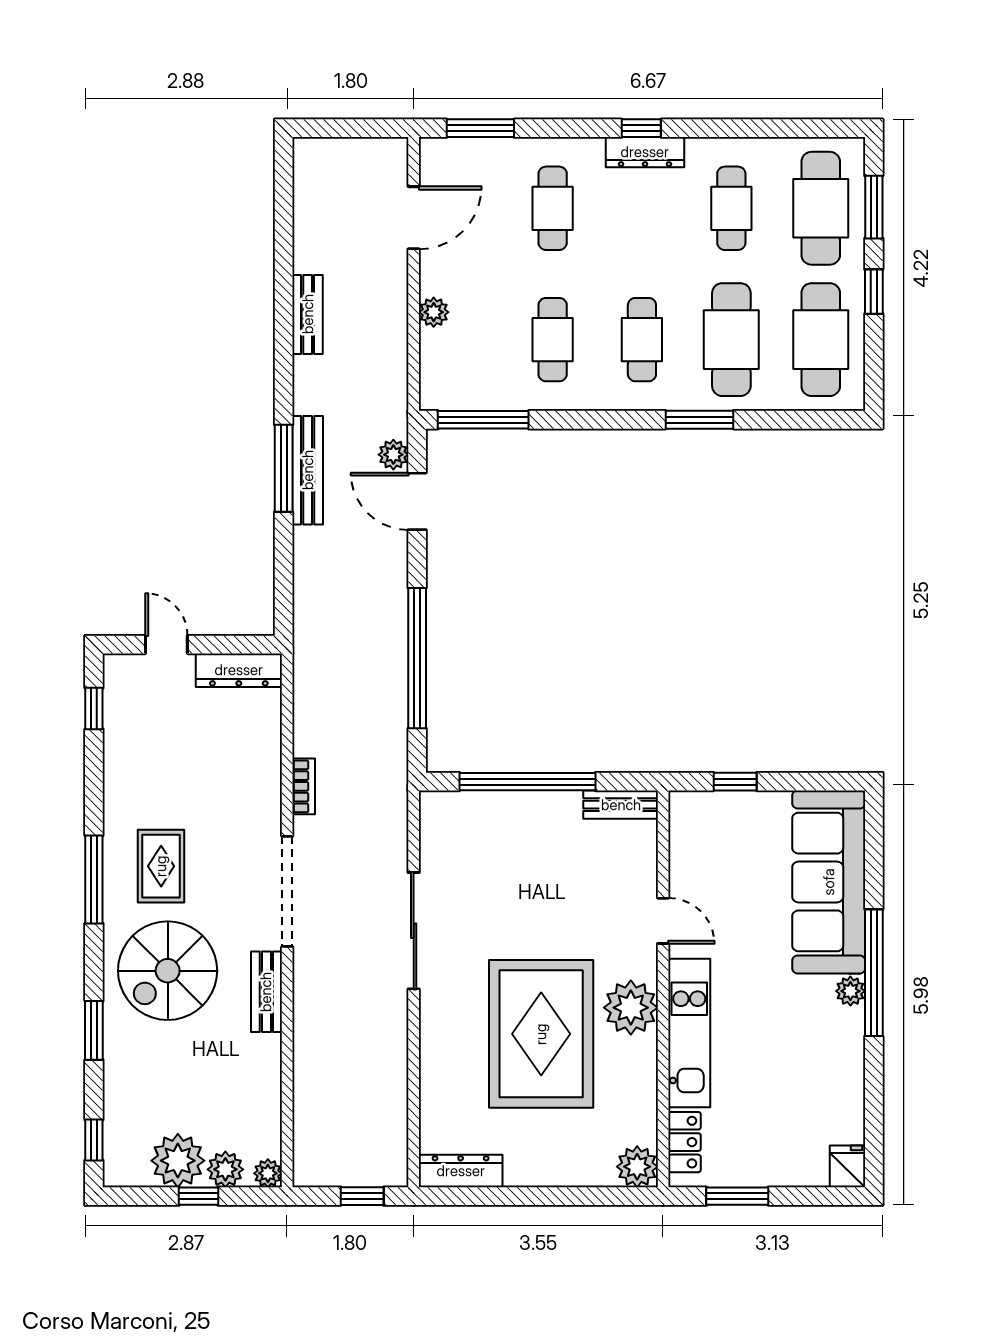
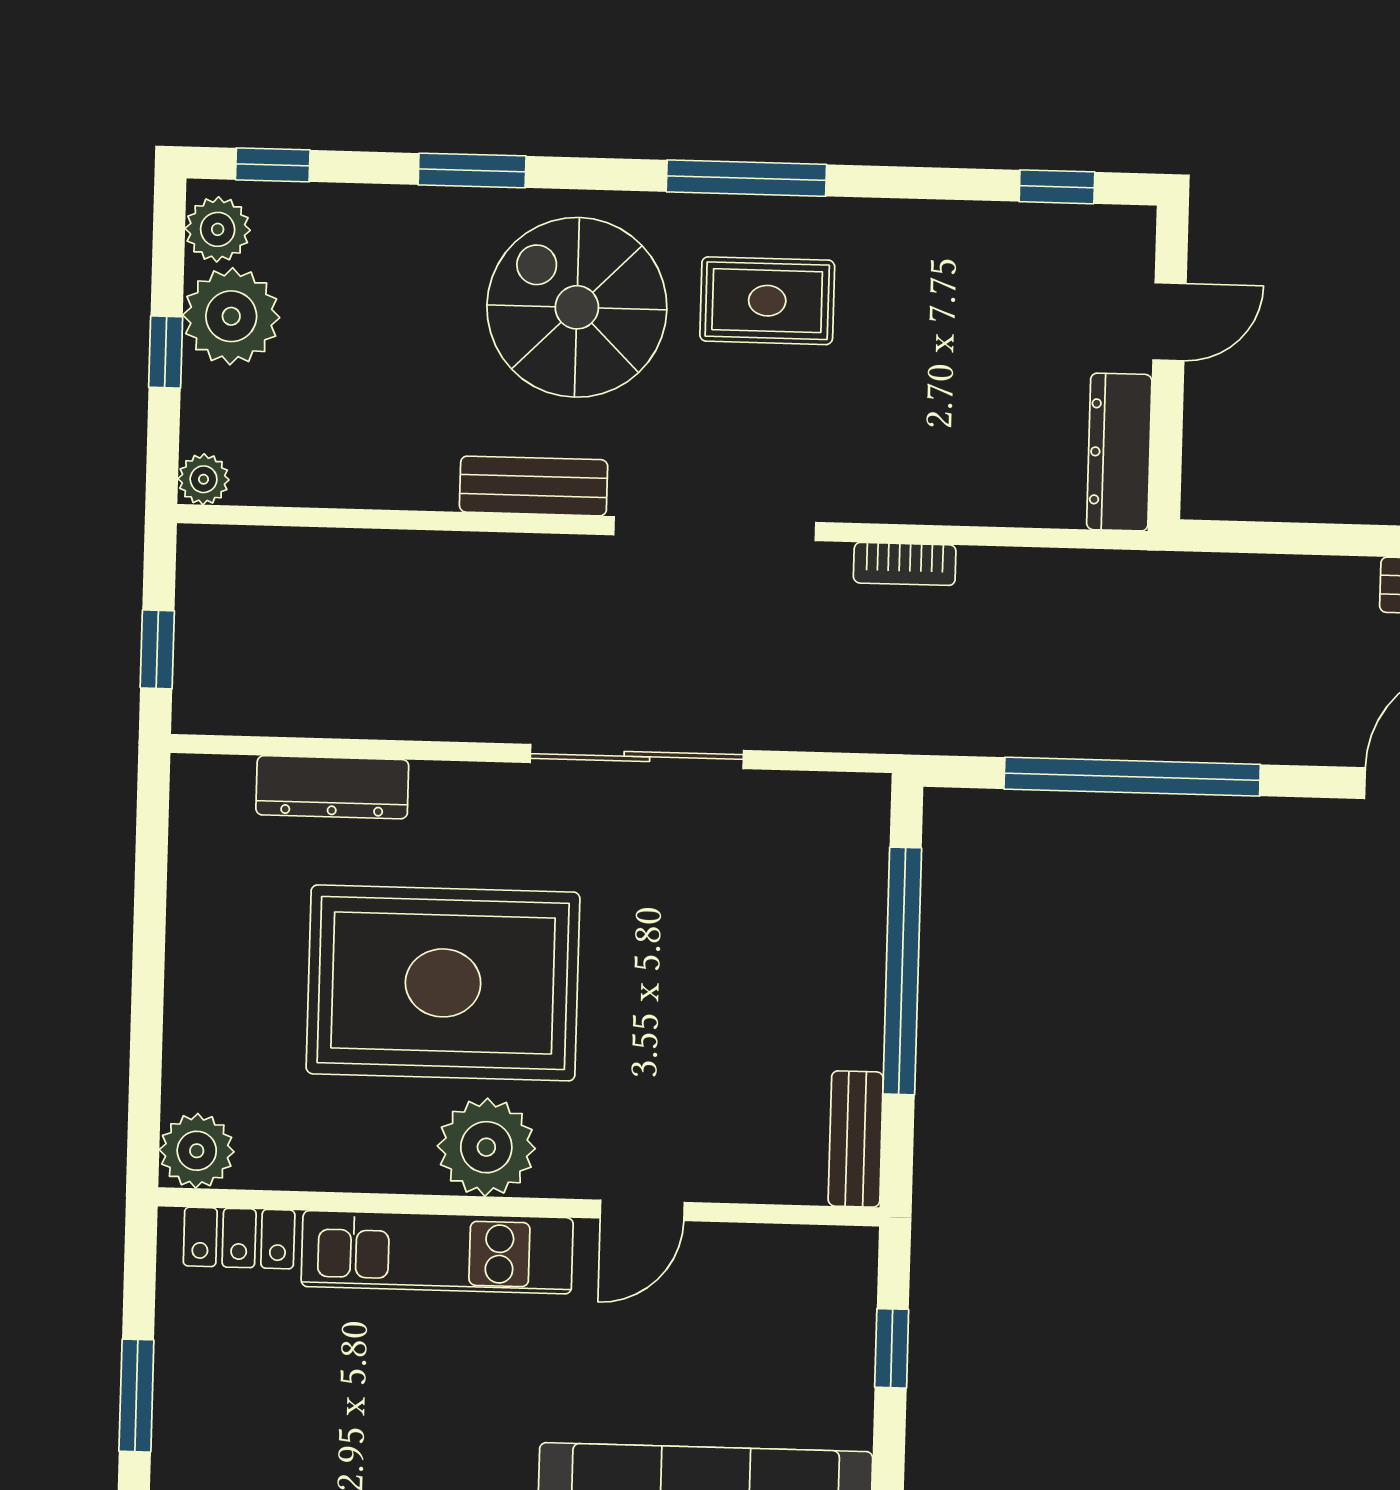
plant: (225, 1169) -> (218, 229), moved
dresser: (461, 1171) -> (332, 787), moved, turned 90
window: (737, 1196) -> (136, 1396), moved

